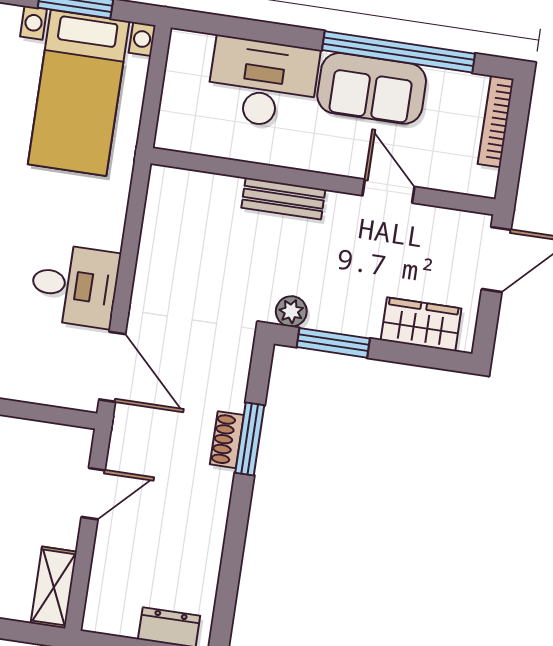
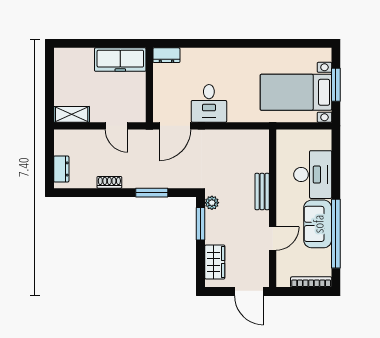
shoe rack: (227, 440) -> (109, 182), moved

